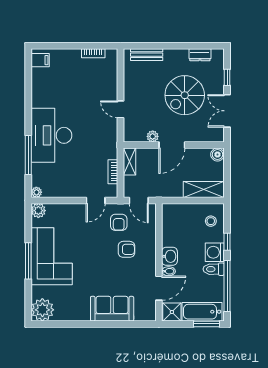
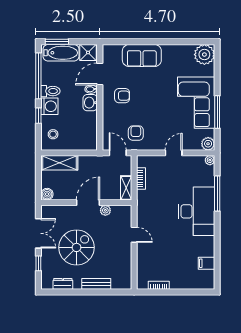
bench: (147, 55) -> (96, 284), moved
filing cabinet: (40, 60) -> (206, 263), moved
door: (96, 200) -> (174, 153), moved
armchair: (126, 249) -> (122, 96), moved, turned 180
window: (28, 261) -> (217, 112), moved

